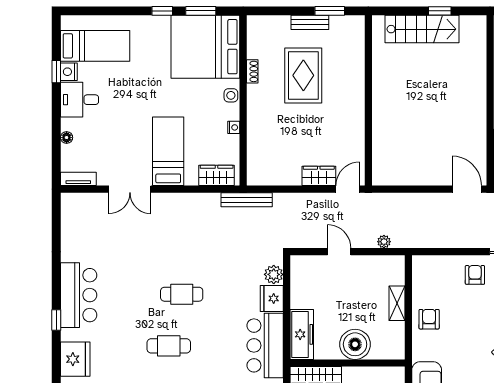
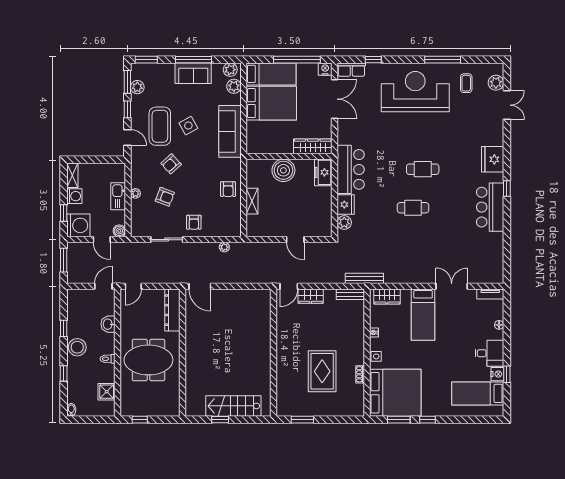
bench: (310, 22) -> (350, 294), moved
plant: (384, 242) -> (224, 247), moved
freezer: (302, 334) -> (323, 172), width x0.71

